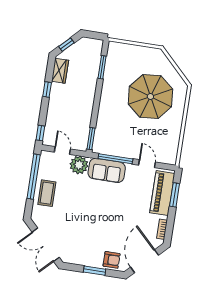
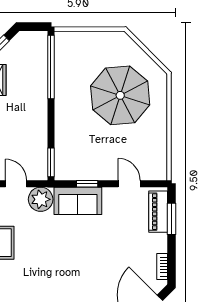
window: (102, 67) -> (51, 67), width x2.11
window: (115, 159) -> (87, 184), width x0.46
piano: (162, 193) -> (158, 212), width x0.73, depth x0.75

